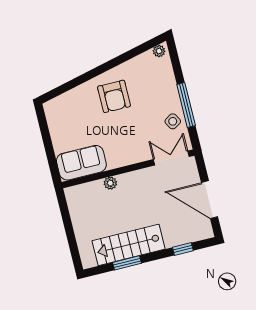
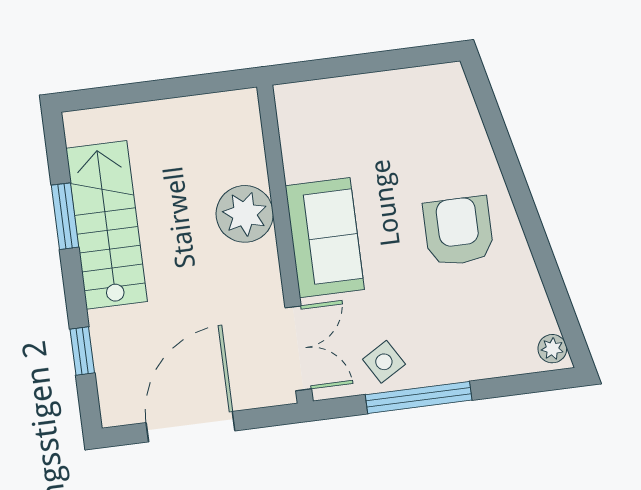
armchair: (114, 96) -> (458, 231), turned 90
sofa: (81, 163) -> (325, 238), moved
plant: (110, 183) -> (245, 214), width x1.87, depth x1.87

